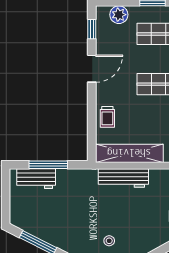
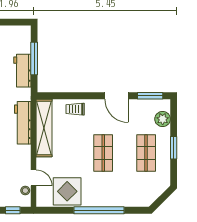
window: (92, 29) -> (150, 96), width x1.50
workbench: (36, 179) -> (22, 71), moved

